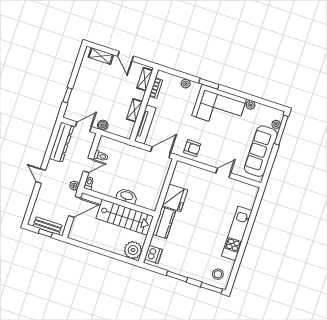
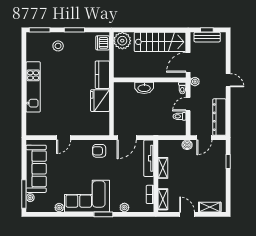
stairs: (125, 217) -> (160, 42), moved, turned 180
stool: (218, 274) -> (58, 46), moved

